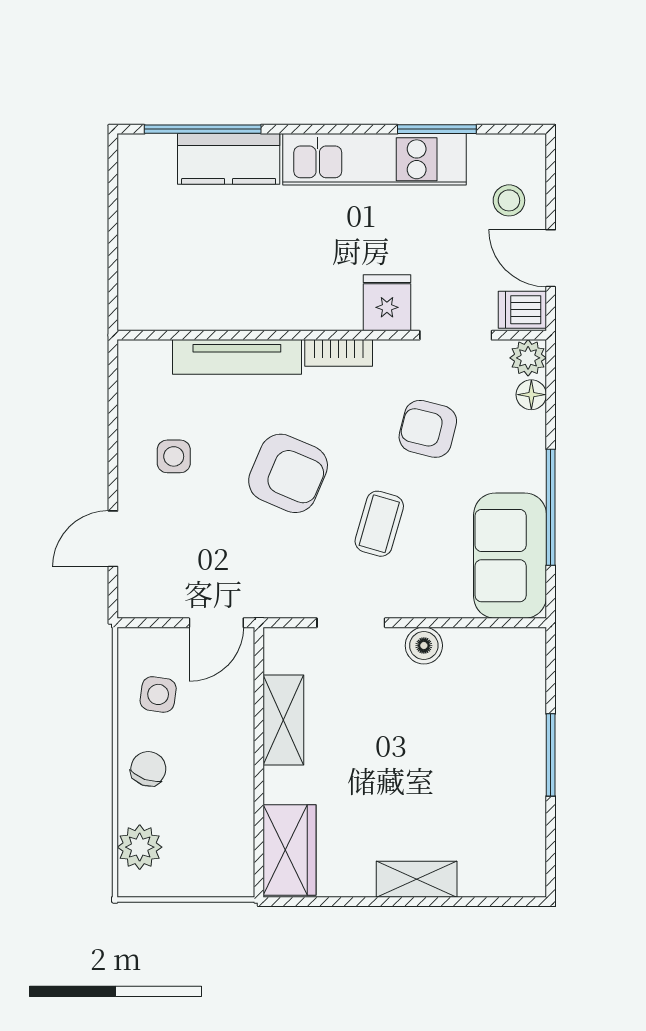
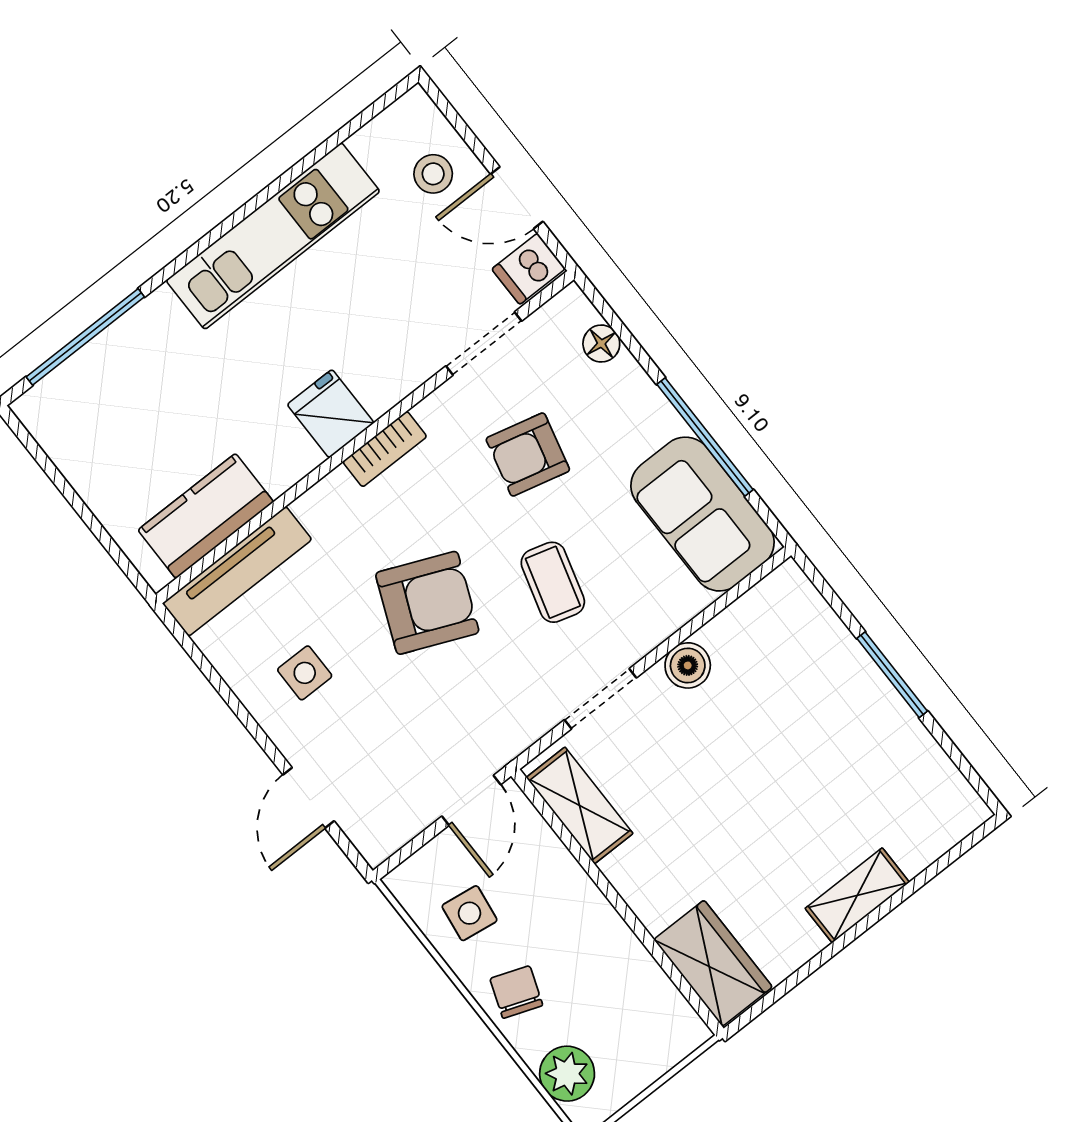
window: (437, 129) -> (310, 160), removed
kitchen counter: (229, 159) -> (206, 516), moved, turned 180
fridge: (387, 303) -> (331, 414), moved
tv unit: (237, 357) -> (237, 571), moved
plant: (528, 358) -> (570, 311), removed
shelving: (283, 720) -> (580, 805), moved

